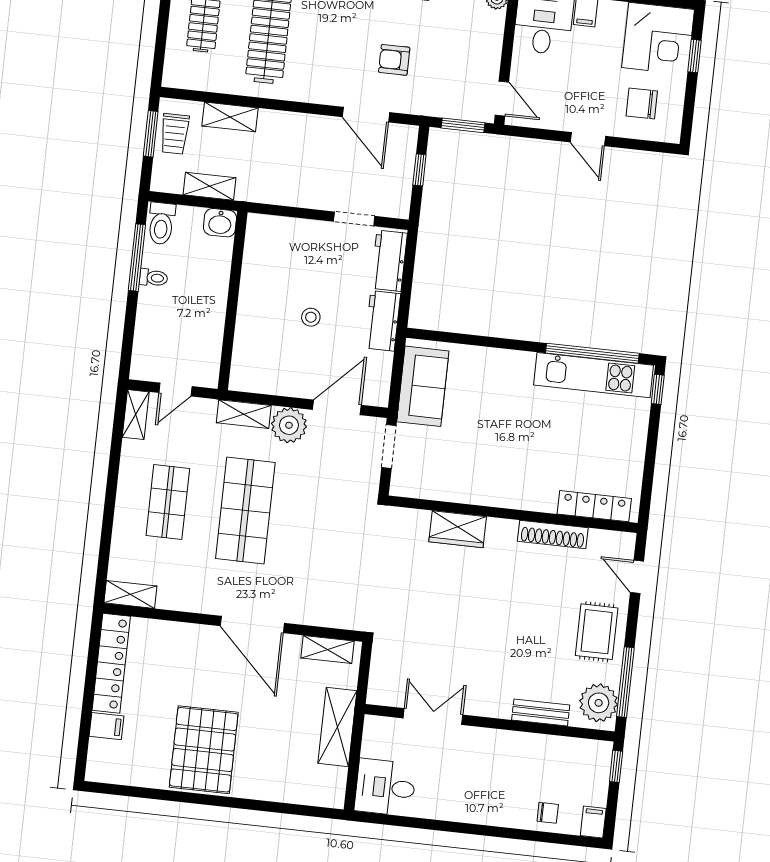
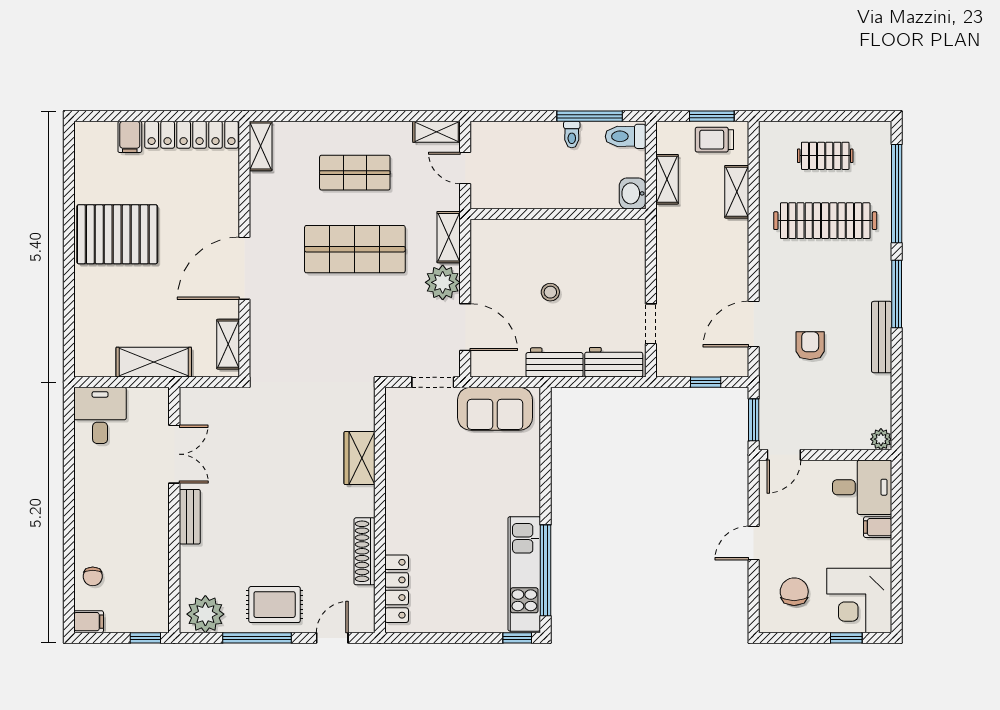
window: (625, 682) -> (257, 638), moved
bench: (541, 713) -> (190, 517), moved

